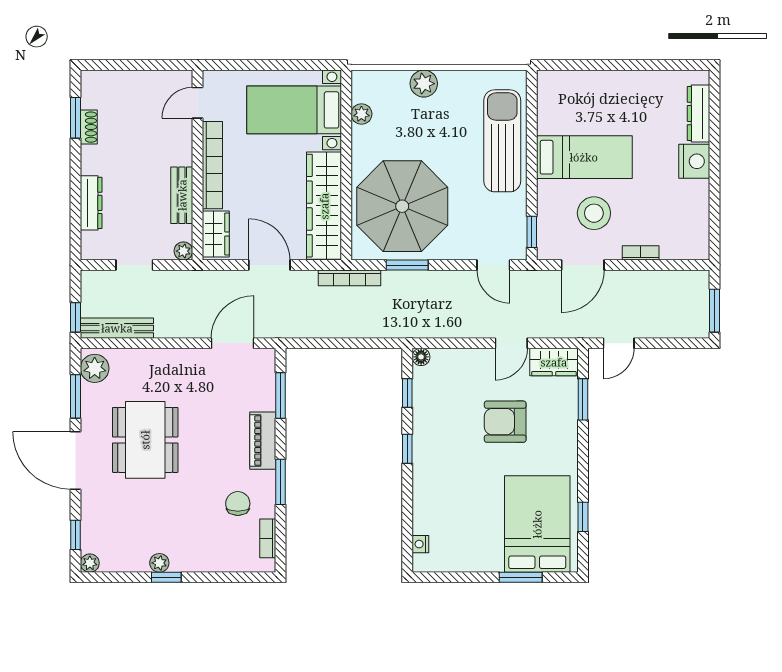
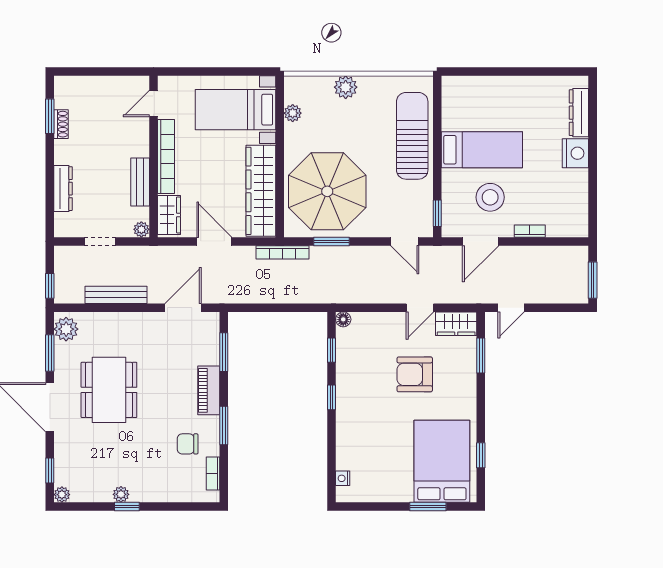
bench: (117, 328) -> (116, 295), moved
chair: (238, 504) -> (188, 444), turned -90

